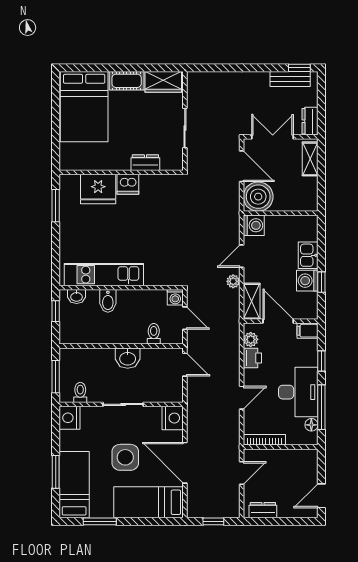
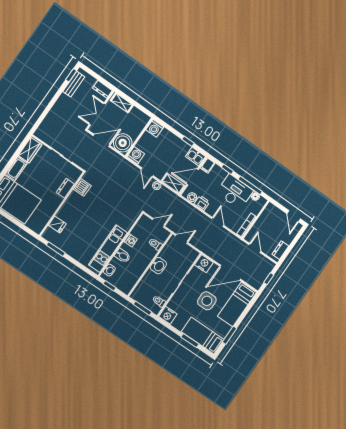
dishwasher: (128, 184) -> (82, 187), moved
fridge: (98, 189) -> (57, 224), width x0.53, depth x0.75
kitchen sink: (308, 255) -> (195, 156), moved
washing machine: (307, 281) -> (155, 128), moved
washing machine: (175, 297) -> (131, 240), moved

